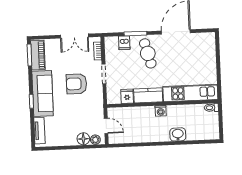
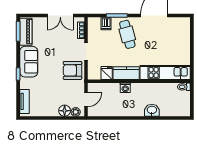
armchair: (77, 84) -> (72, 70), moved
sofa: (43, 94) -> (29, 62), width x0.73
washing machine: (161, 111) -> (125, 88), moved
door: (106, 126) -> (86, 100), hinge flipped

